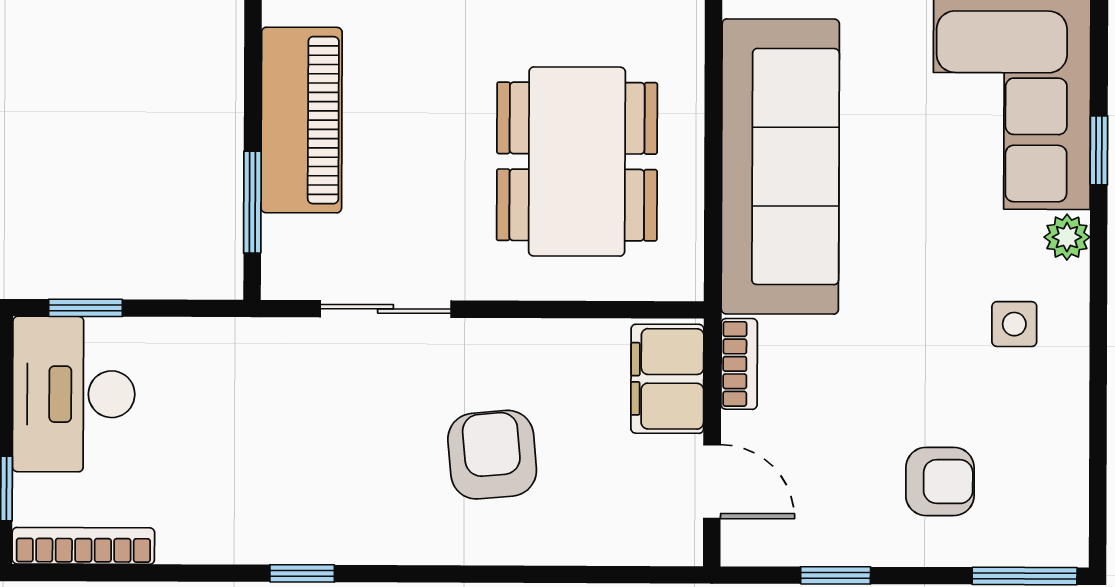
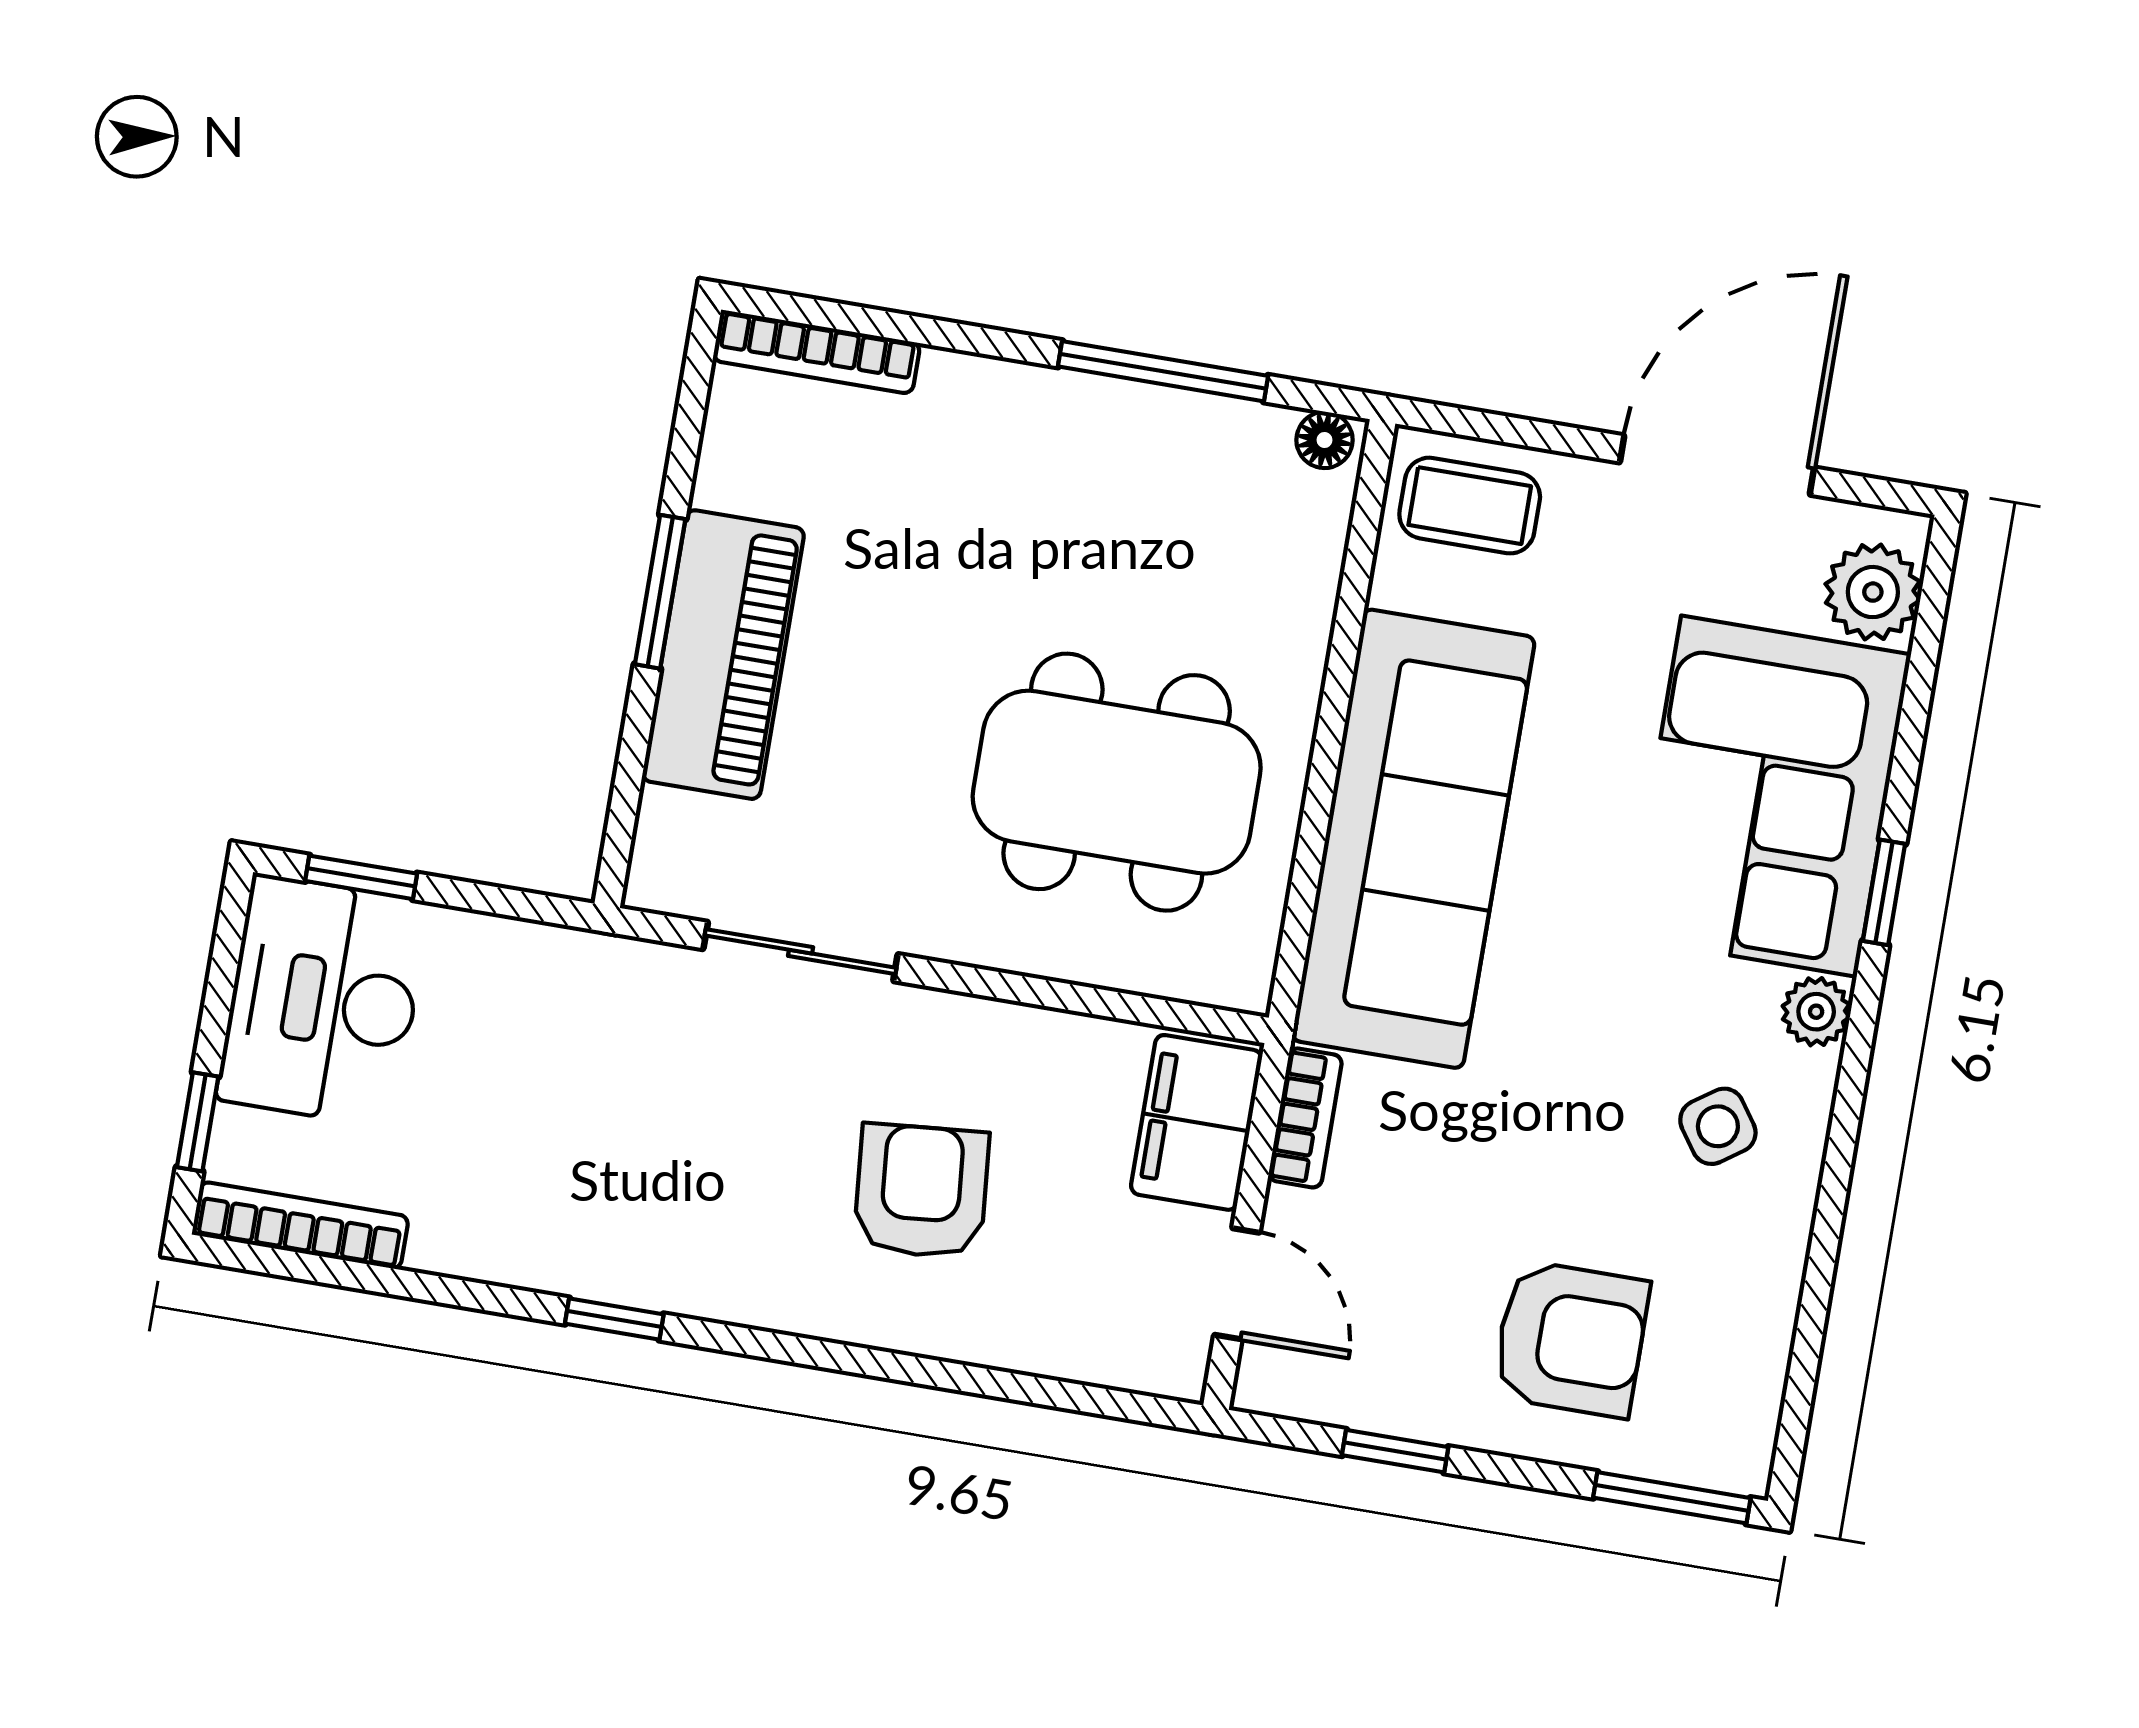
dining table: (577, 162) -> (1117, 782), turned 90
window: (252, 202) -> (660, 592), moved
side table: (1014, 324) -> (1718, 1126), turned -35
armchair: (940, 481) -> (1571, 1339), width x1.38, depth x1.38

